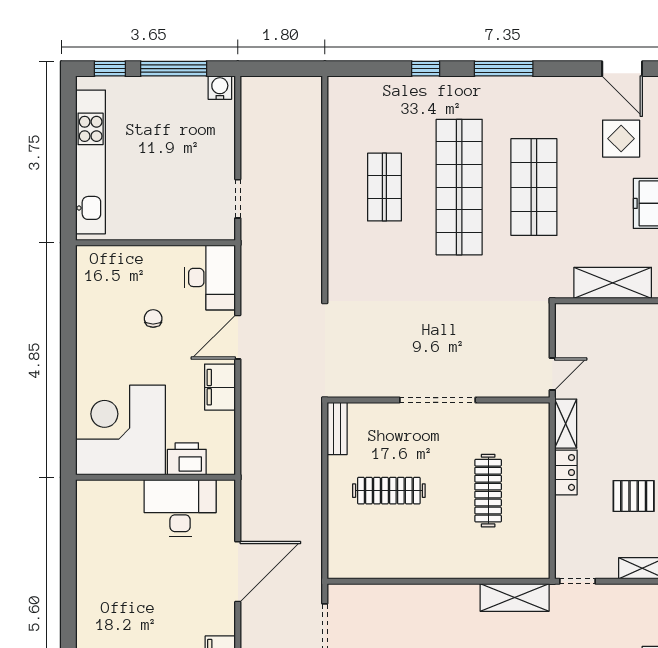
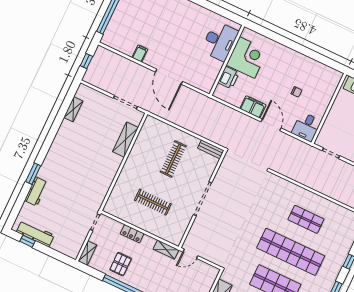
desk: (210, 277) -> (306, 127), width x0.73
door: (552, 374) -> (190, 254), hinge flipped
corner desk: (121, 430) -> (247, 58), width x0.74, depth x0.74
locker: (566, 472) -> (132, 234), moved
desk: (180, 508) -> (220, 41), moved
shelving: (515, 598) -> (125, 140), moved

